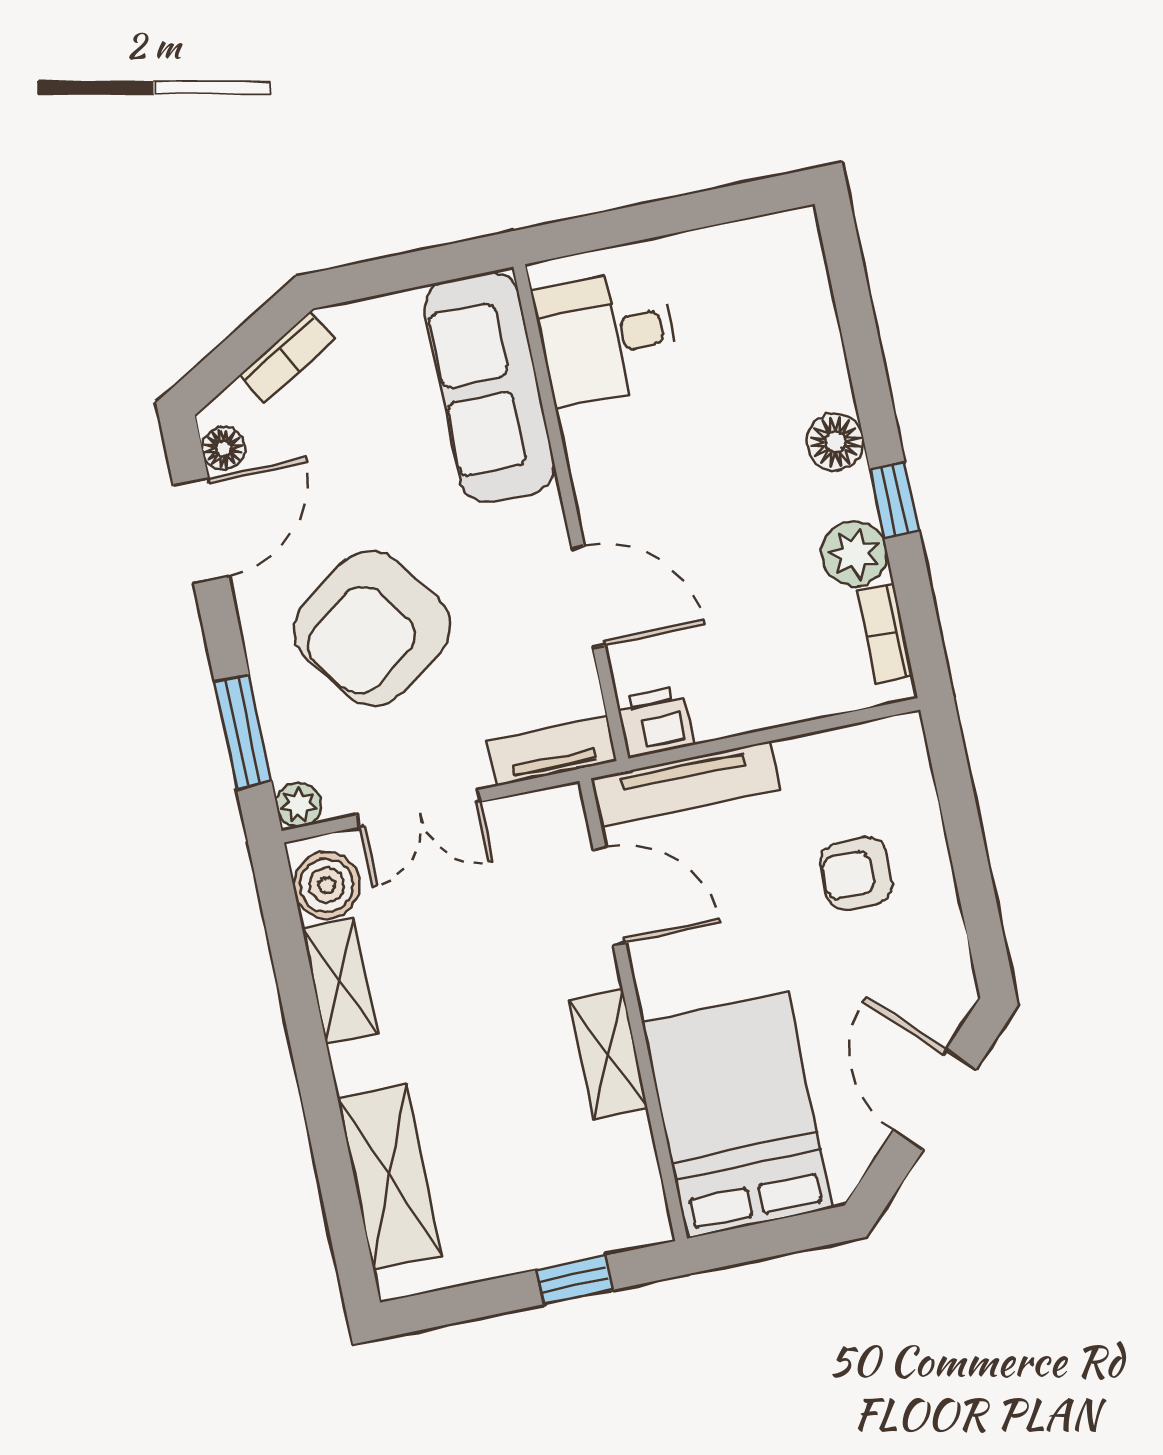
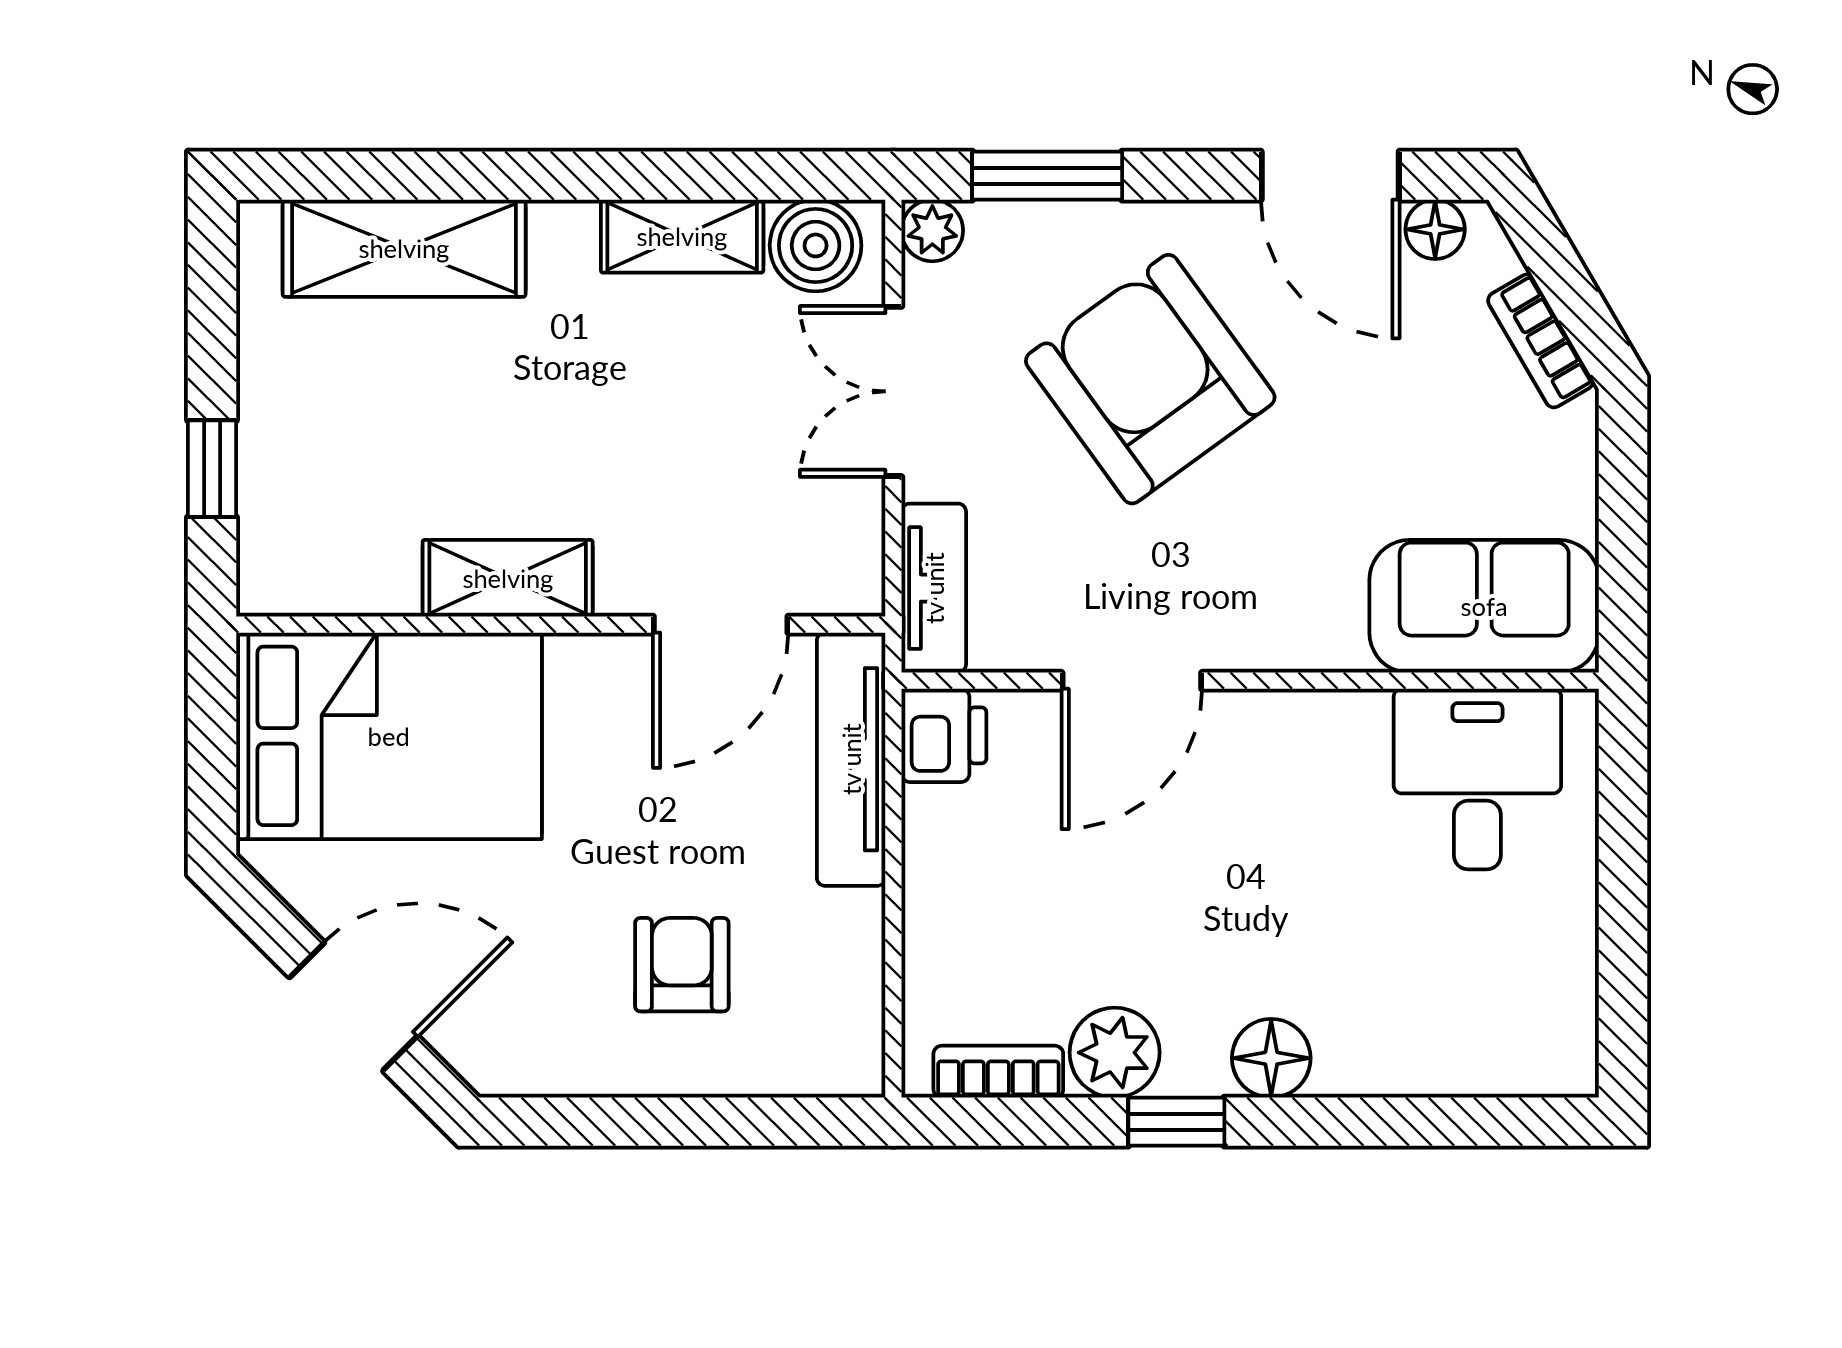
sofa: (490, 387) -> (1484, 606), width x0.73

